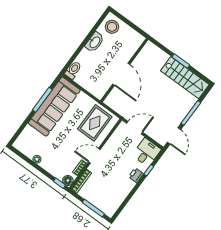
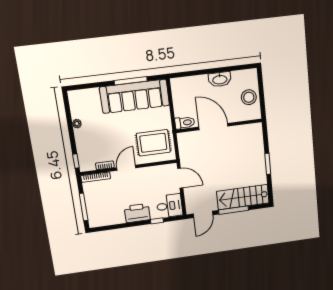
stool: (112, 27) -> (249, 97), moved
toilet: (73, 70) -> (185, 123), moved
door: (121, 74) -> (213, 127), swing flipped
stairs: (185, 78) -> (243, 197), moved, turned 90
door: (94, 156) -> (126, 168), hinge flipped
printer: (136, 175) -> (137, 213), width x1.87, depth x1.48
floor lamp: (68, 180) -> (85, 166), removed

